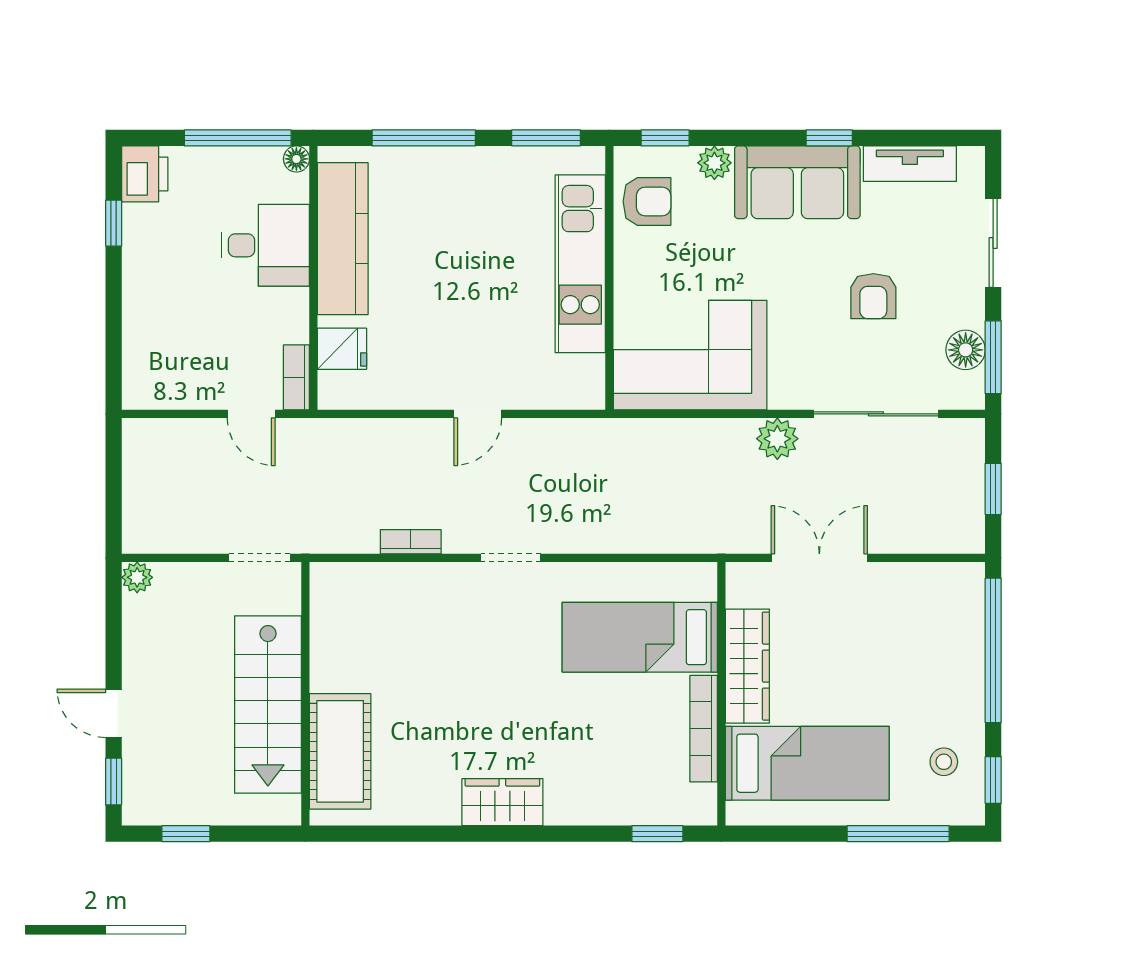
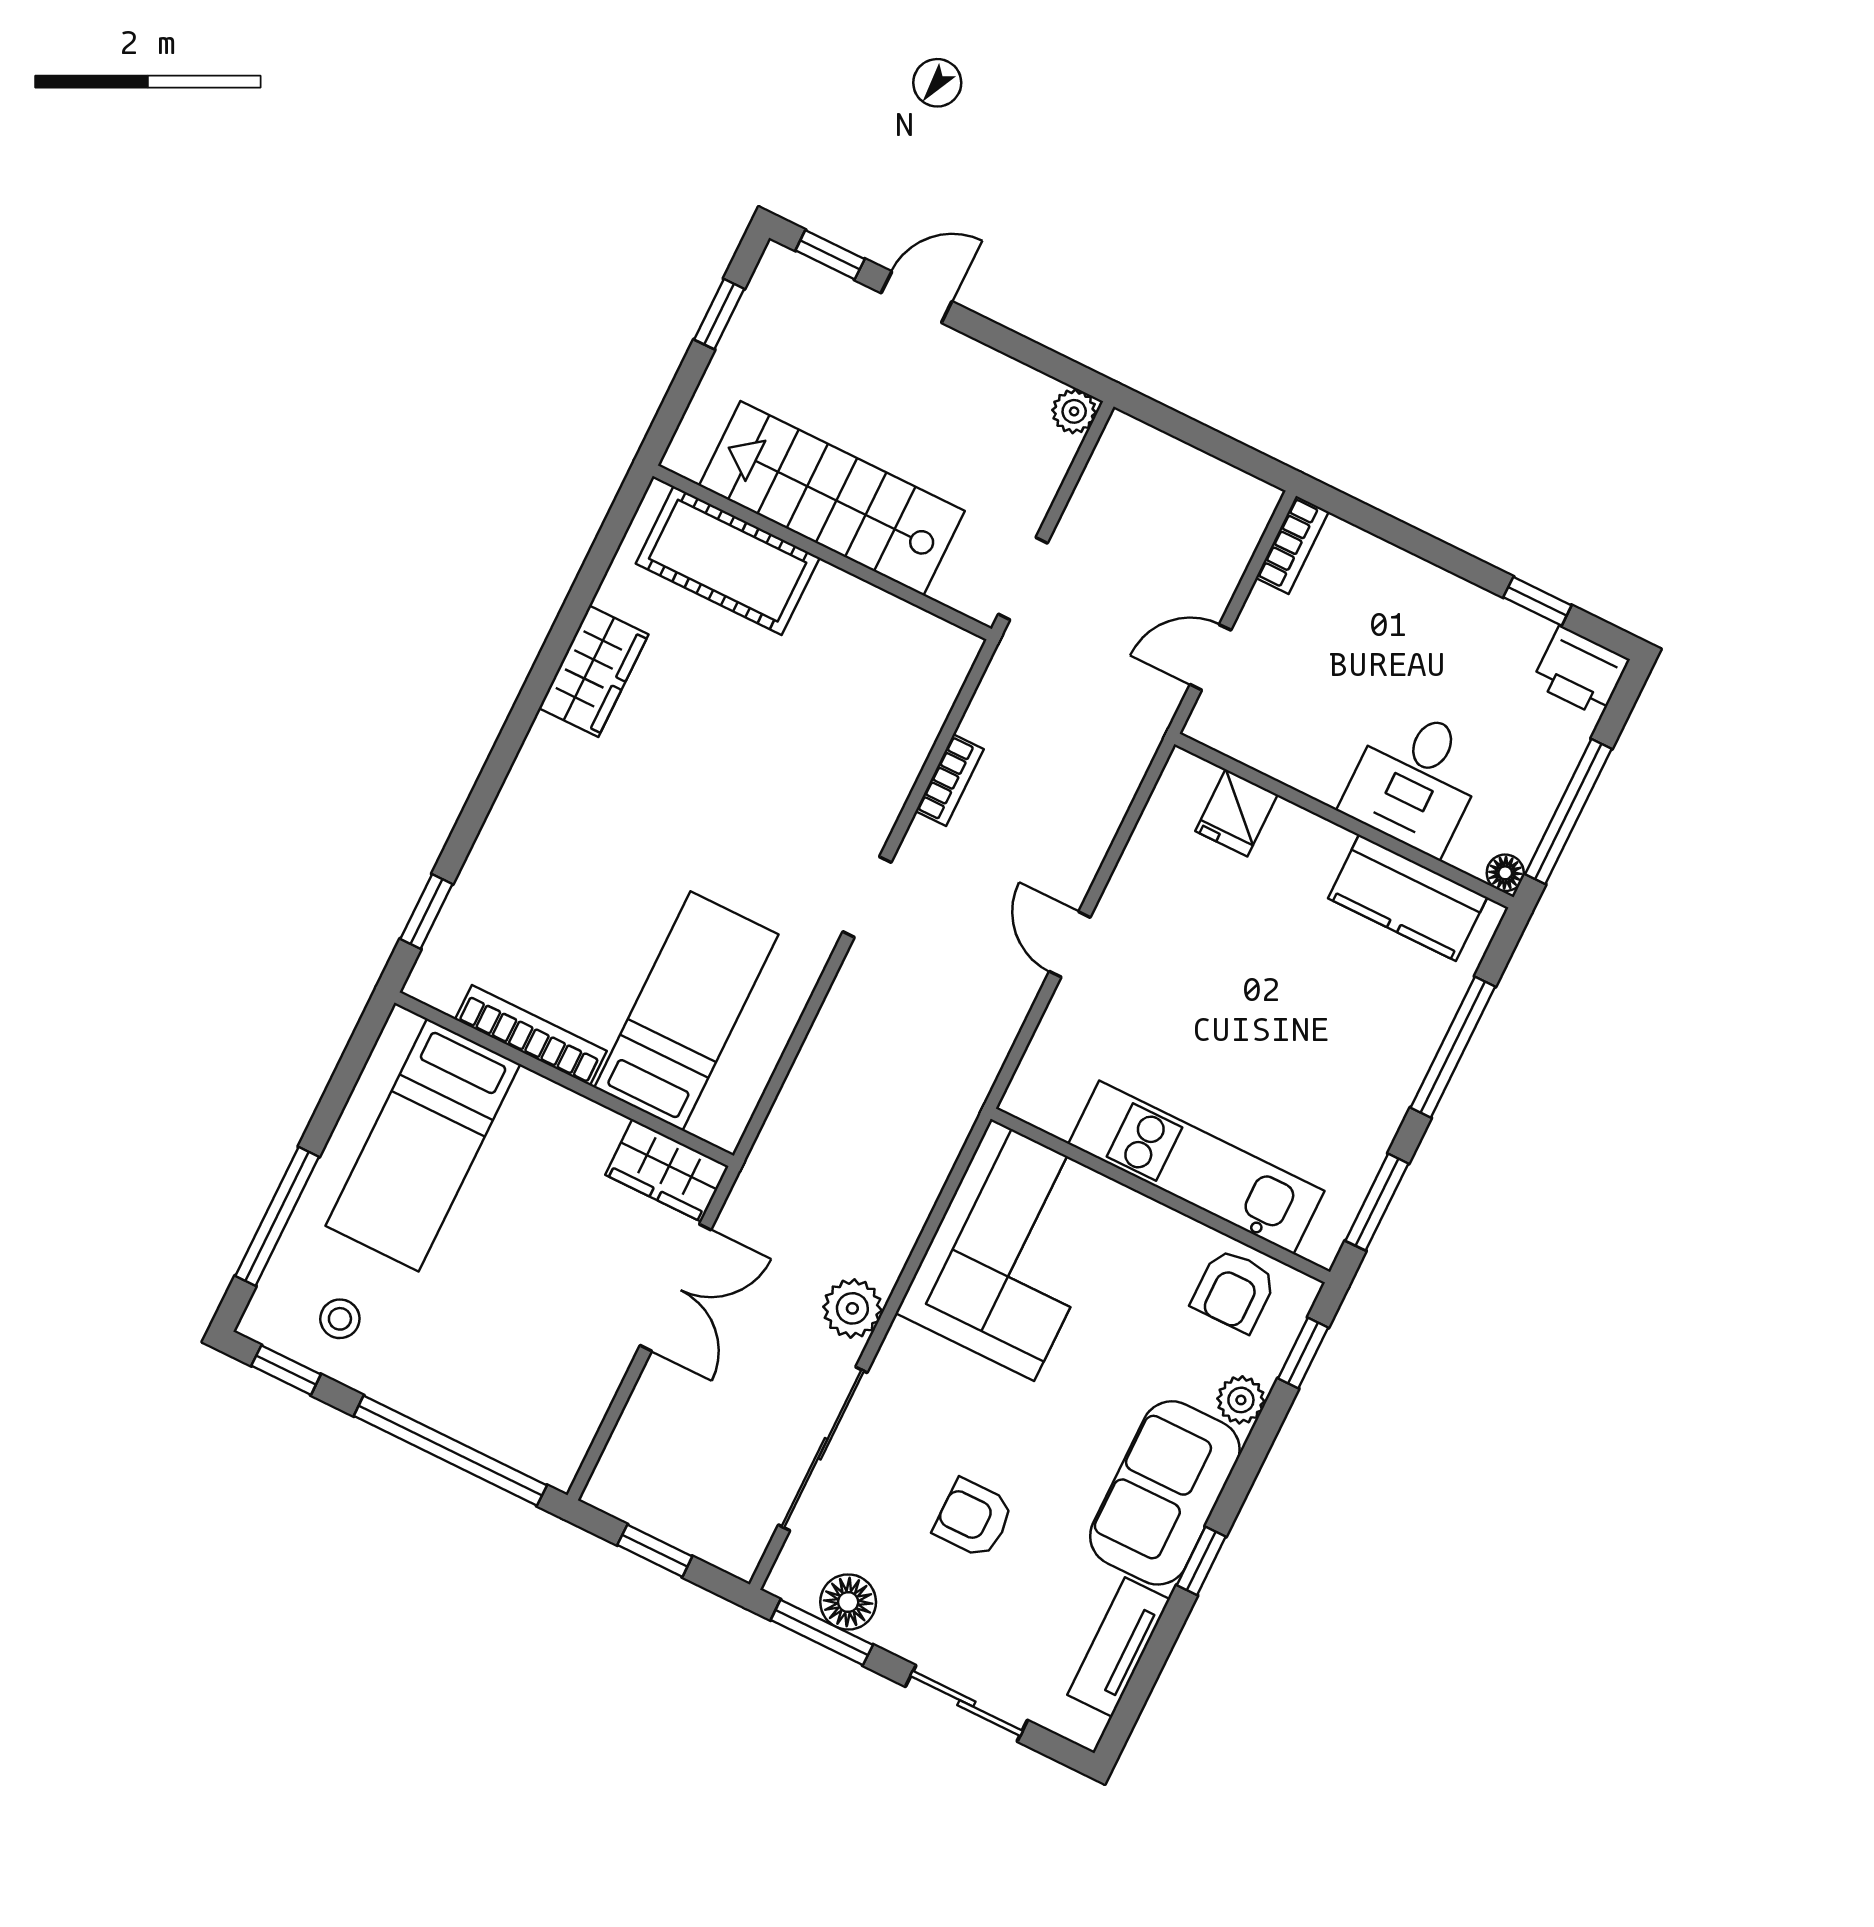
kitchen counter: (343, 239) -> (1408, 898), width x0.67
bookcase: (296, 377) -> (1292, 545), moved, turned 90
wardrobe: (747, 666) -> (667, 1170), moved, width x0.67
wardrobe: (502, 802) -> (594, 671), moved

